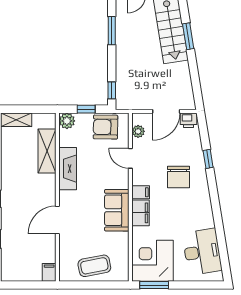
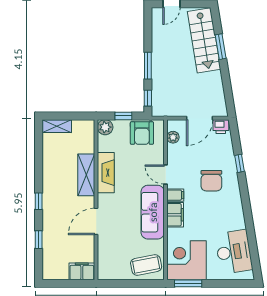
window: (112, 31) -> (148, 66), moved
armchair: (105, 127) -> (142, 133), turned -91
shelving: (47, 151) -> (86, 175), moved
door: (130, 158) -> (166, 175), moved
sofa: (117, 210) -> (153, 212), width x1.36
coffee table: (94, 266) -> (146, 265), moved
filing cabinet: (49, 272) -> (82, 271), width x2.00

